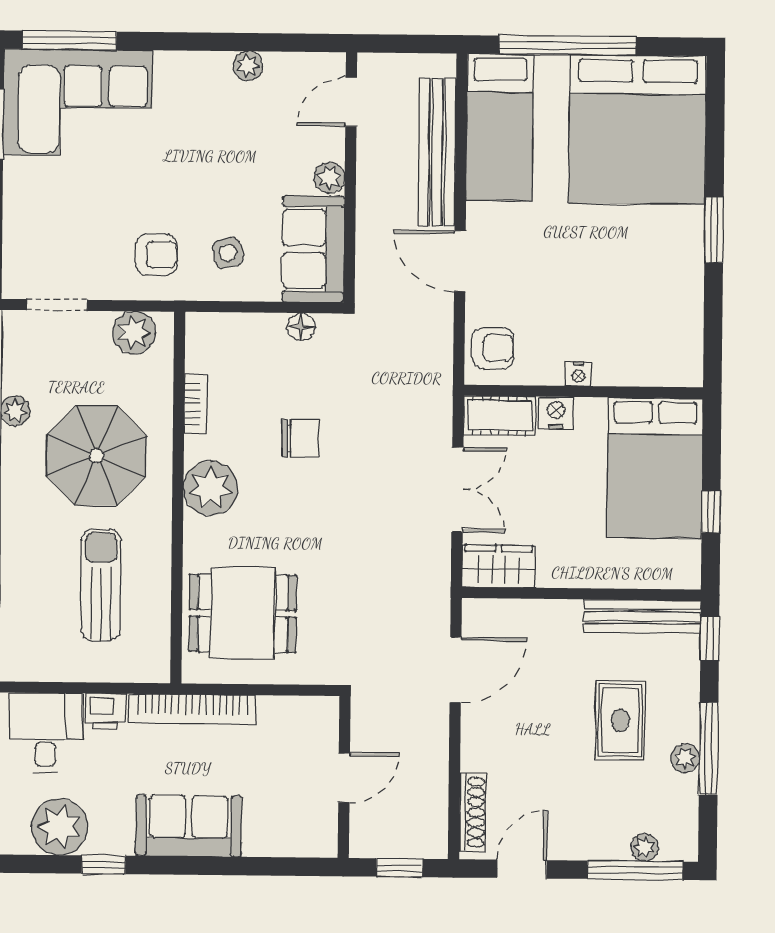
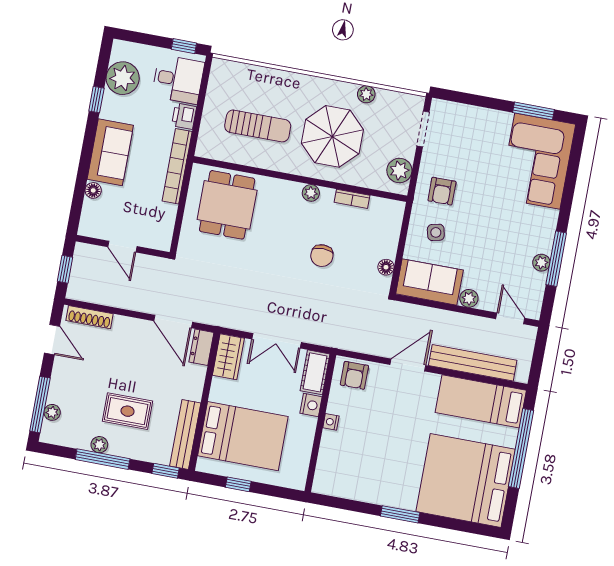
window: (70, 40) -> (556, 259), moved
bed: (655, 468) -> (243, 436), moved, turned 180
plant: (211, 488) -> (311, 193), width x0.53, depth x0.53
dresser: (491, 615) -> (201, 347), added
floor lamp: (258, 843) -> (93, 190), added

